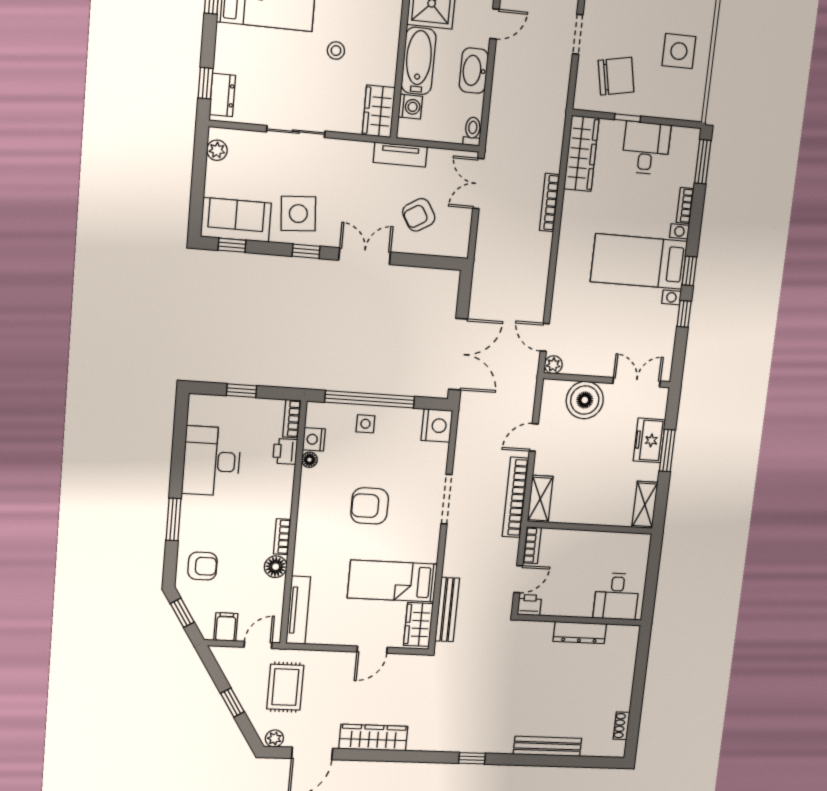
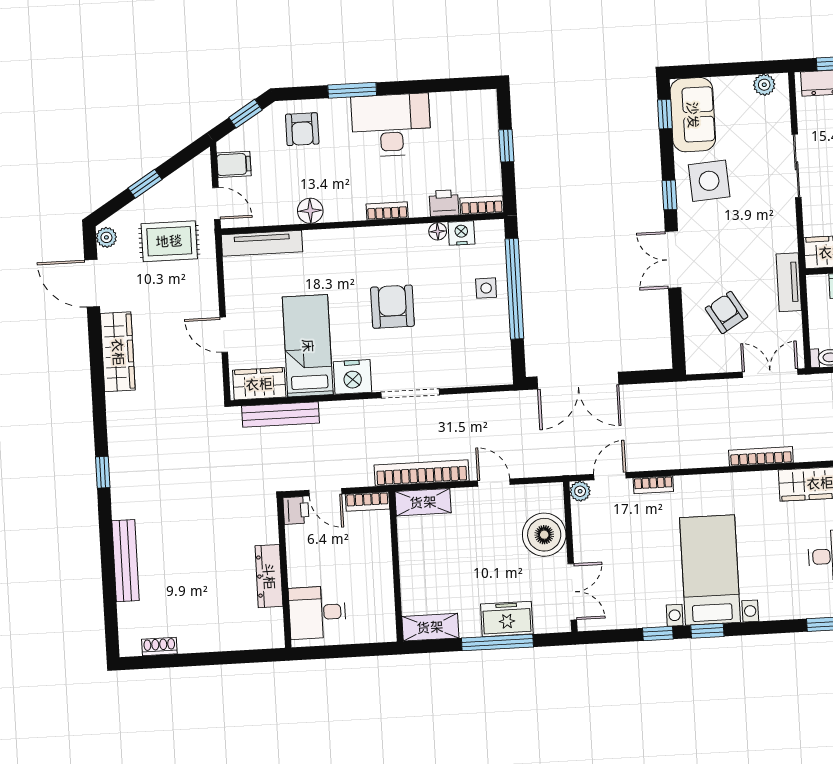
bookcase: (685, 206) -> (653, 485), moved, turned 180
double door: (365, 256) -> (673, 260), swing flipped
nightstand: (437, 426) -> (352, 377), moved
window: (667, 451) -> (497, 643), width x1.44
desk: (211, 461) -> (391, 125), moved
bookcase: (282, 537) -> (387, 211), moved

